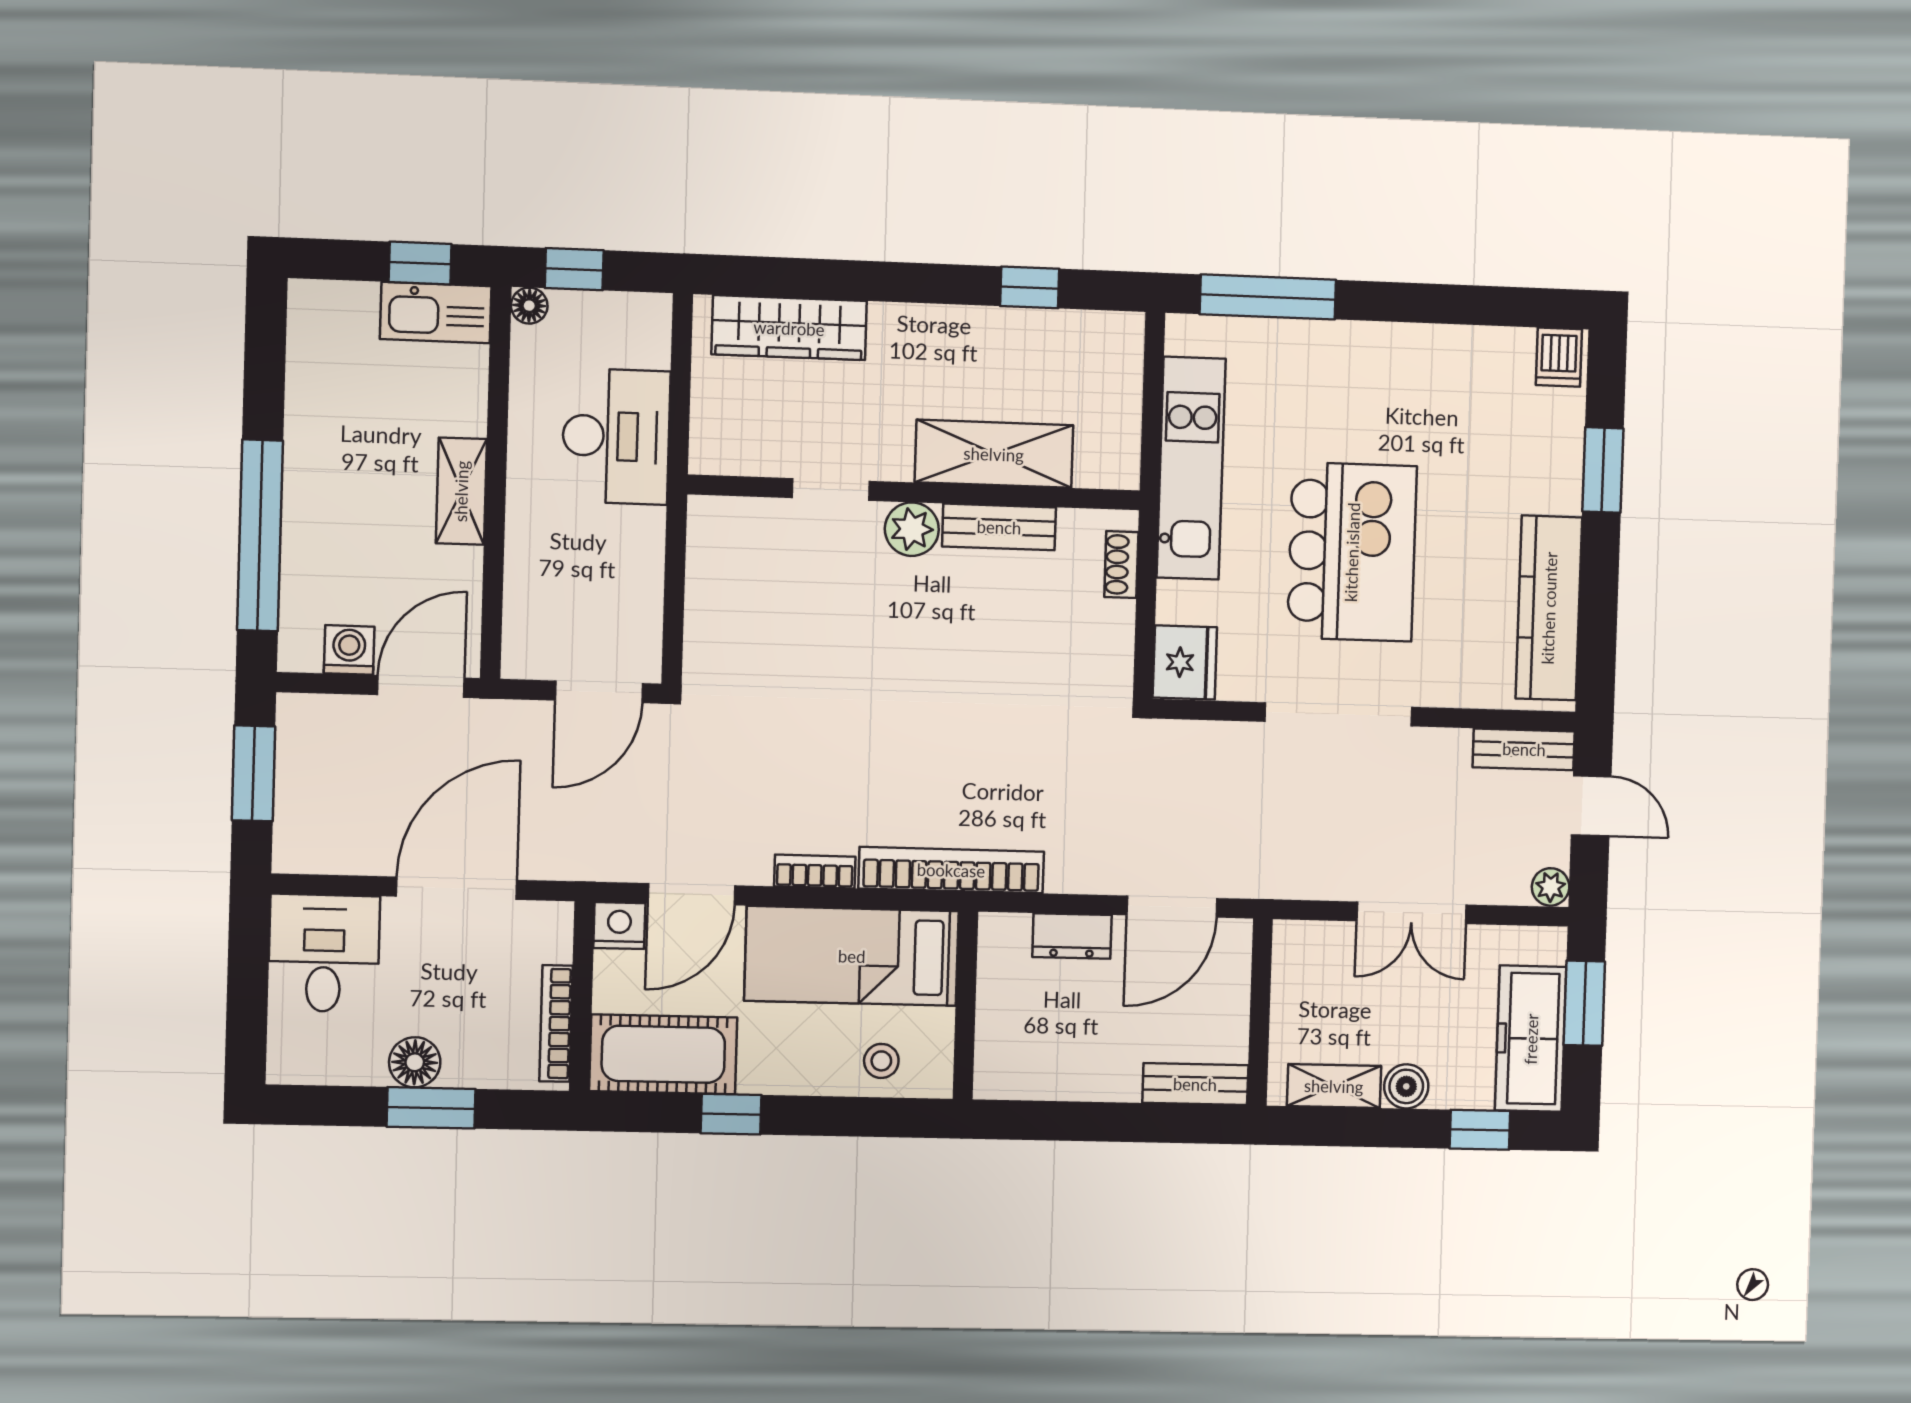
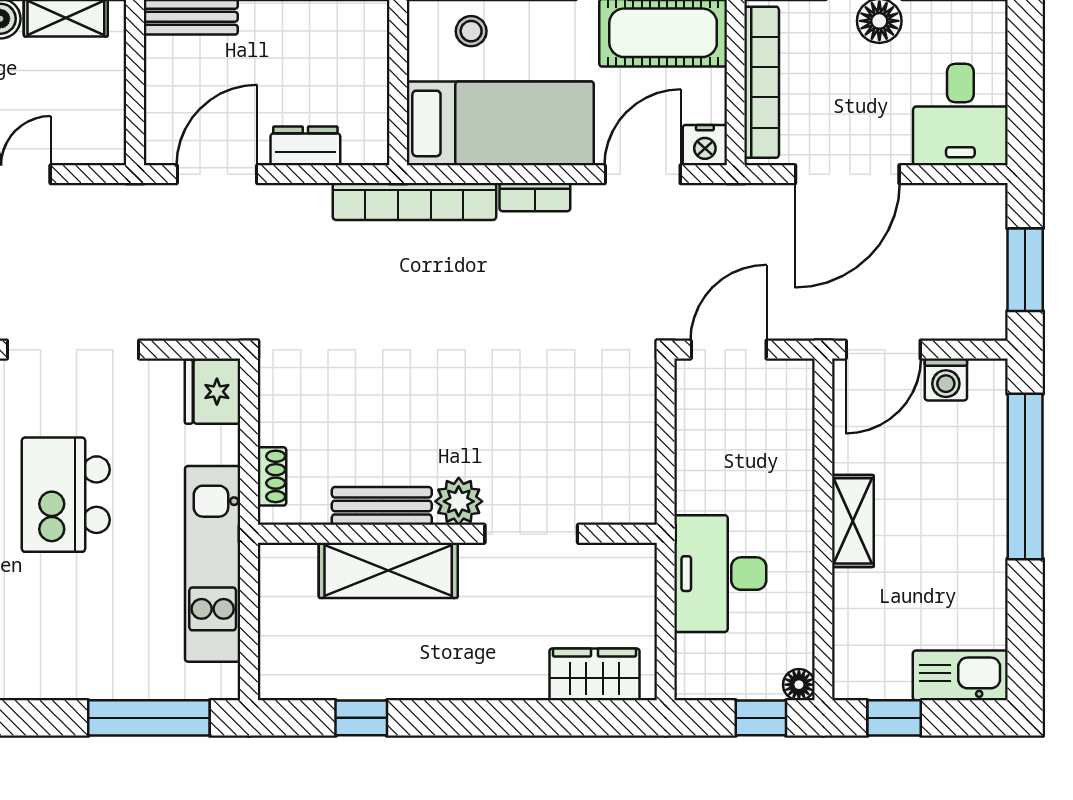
kitchen sink: (436, 313) -> (960, 675), moved
wardrobe: (789, 328) -> (594, 674), width x0.67
doorway: (831, 489) -> (531, 534), width x1.38
kitchen island: (1352, 552) -> (66, 495), width x0.73, depth x0.78
bookcase: (556, 1024) -> (762, 82), width x1.48, depth x1.31

